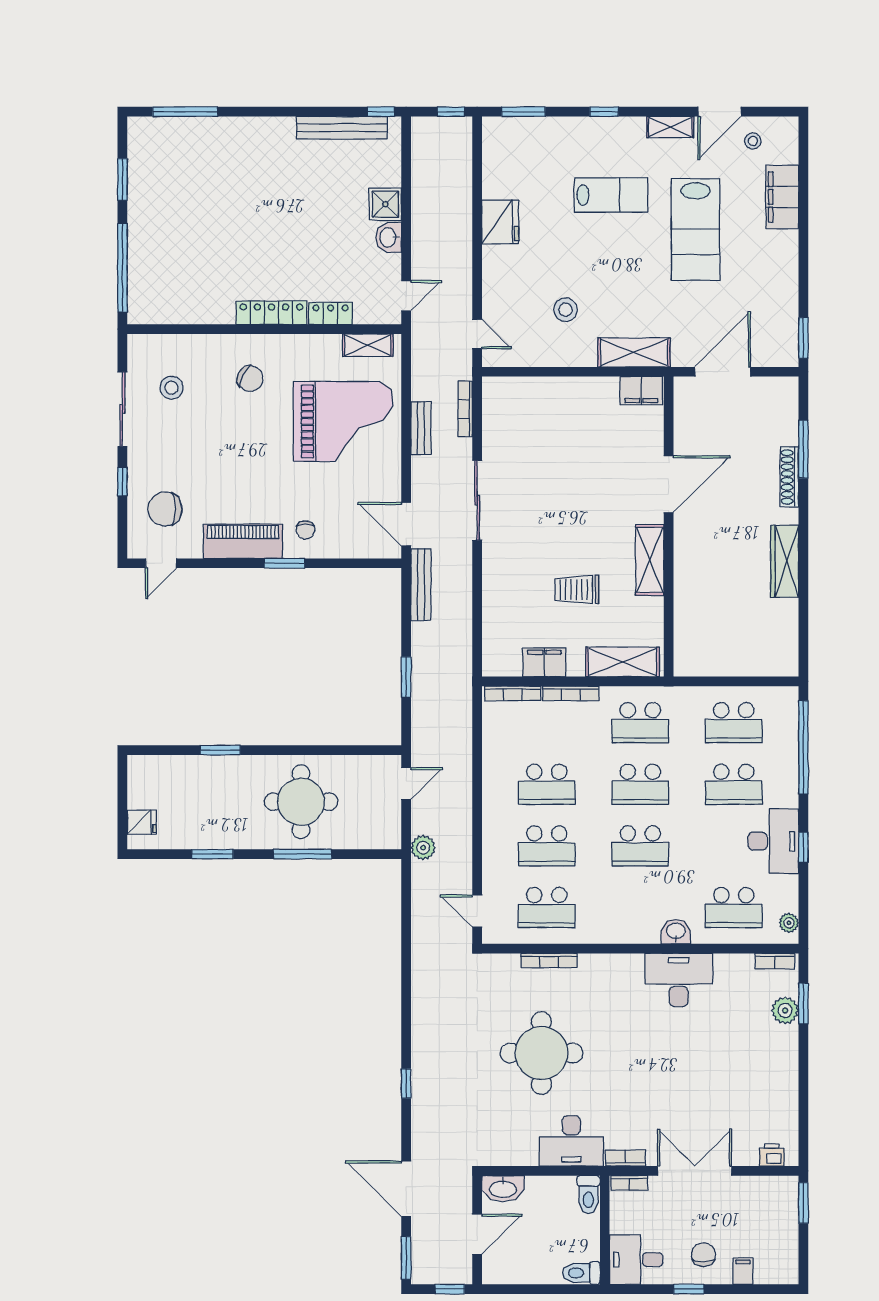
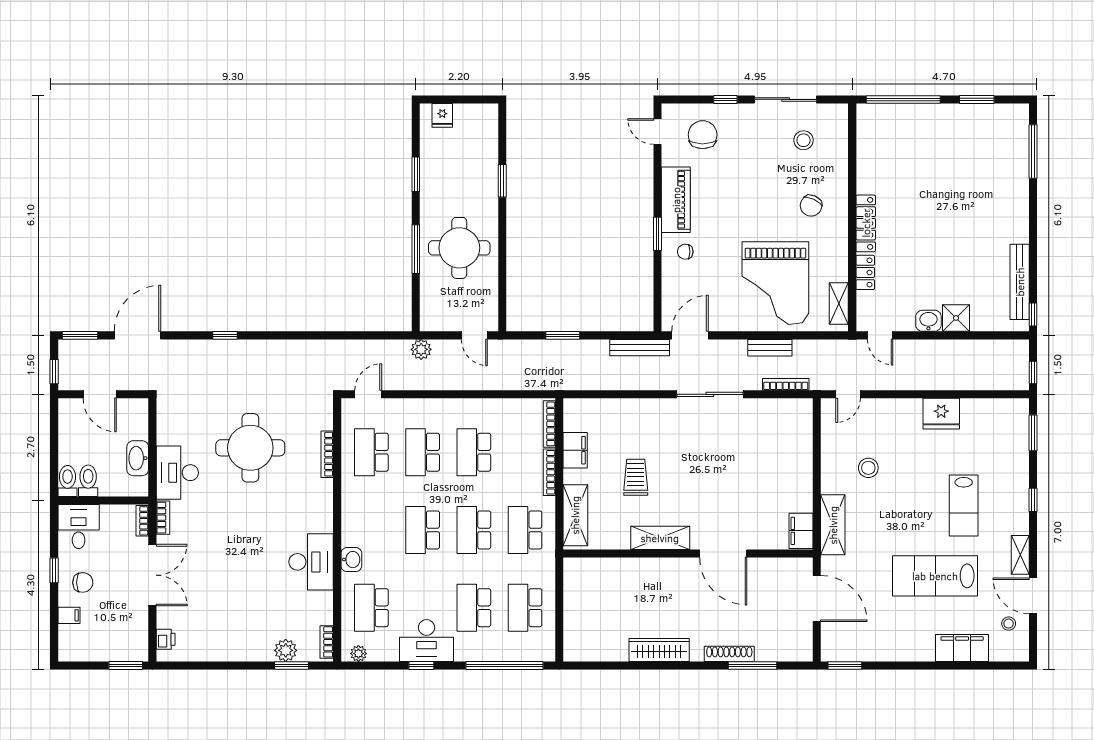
washbasin: (503, 1189) -> (138, 458), moved
toilet: (588, 1195) -> (88, 481), moved, turned 90

